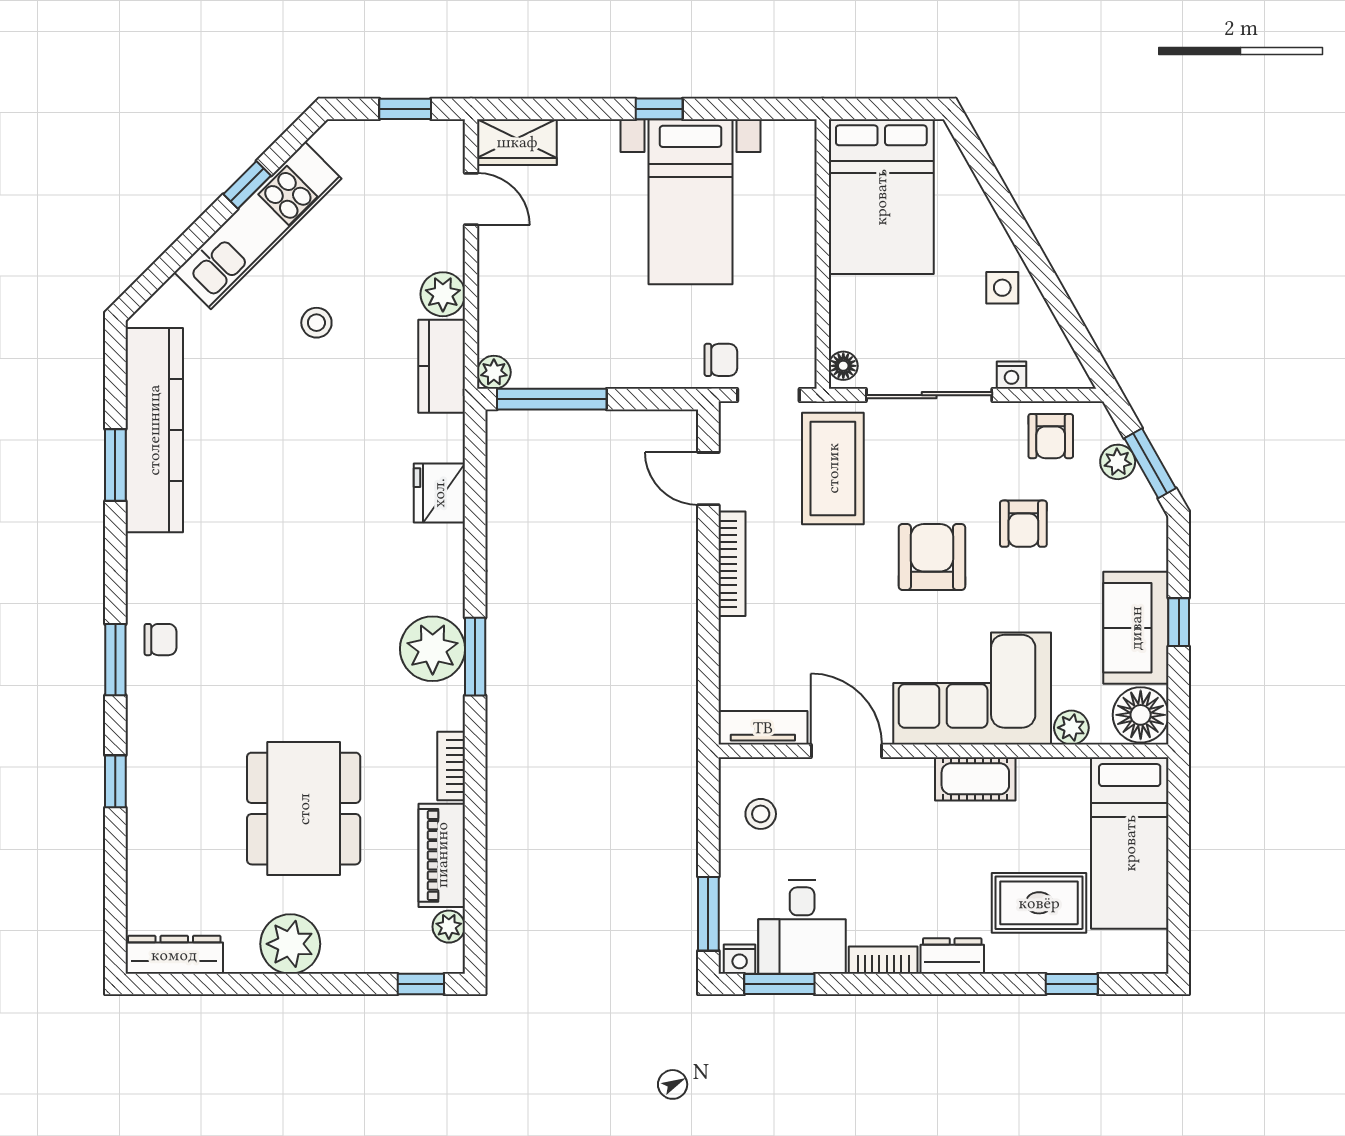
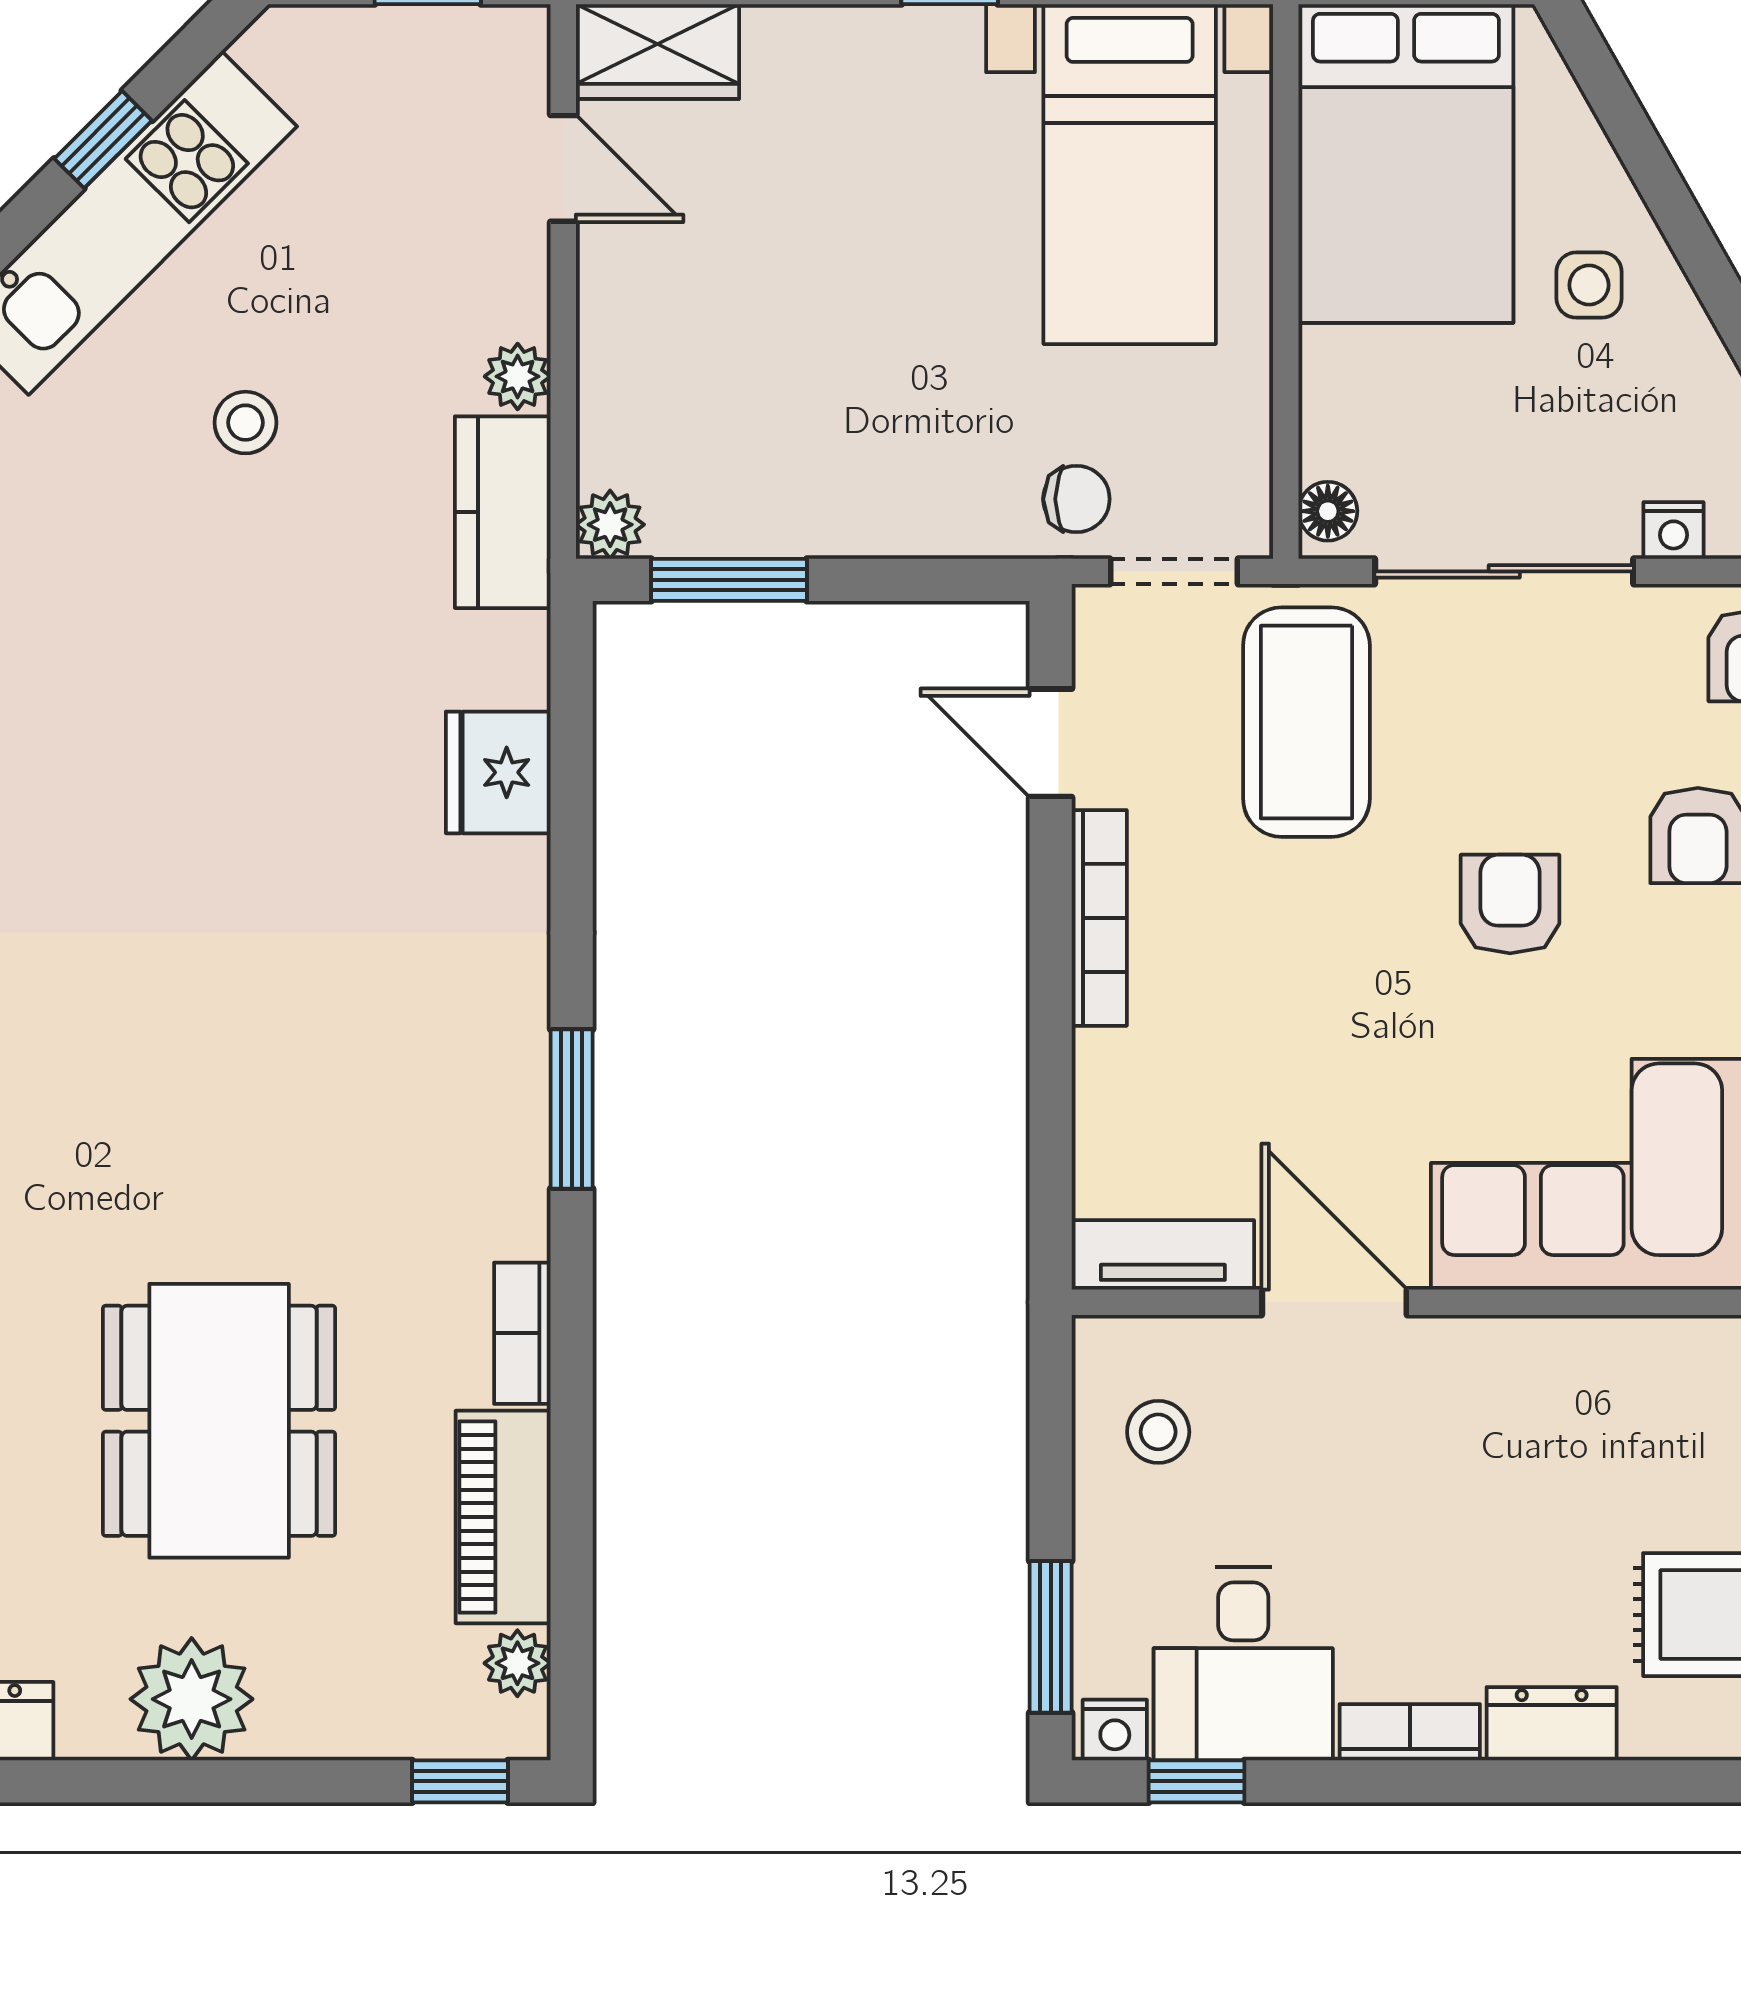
bed with nightstands: (691, 202) -> (1130, 174), moved
side table: (1002, 288) -> (1589, 285), moved
plant: (443, 294) -> (518, 376), width x0.73, depth x0.73
window: (552, 399) -> (729, 580), width x0.69
armchair: (932, 557) -> (1510, 904), width x0.72, depth x0.72
plant: (433, 649) -> (484, 1093), removed
cot: (975, 779) -> (1599, 1360), removed
window: (779, 984) -> (1196, 1781), width x0.67

